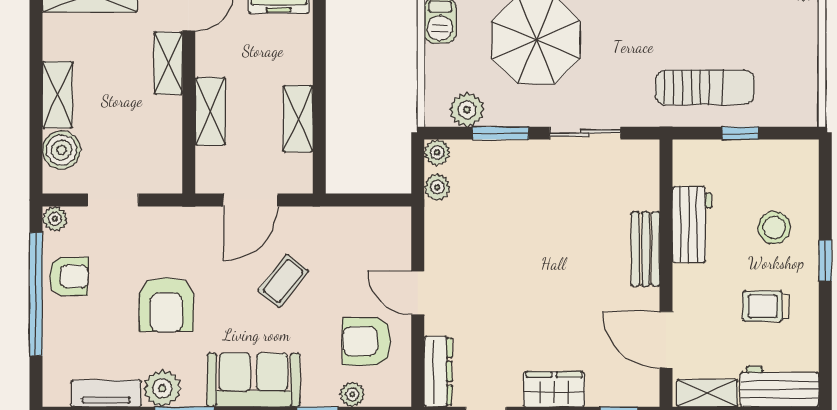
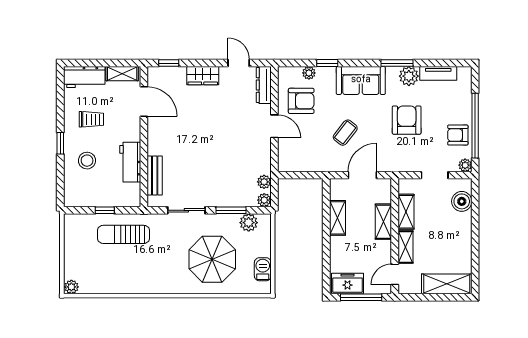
shelving: (57, 95) -> (406, 212), moved
bench: (645, 249) -> (155, 176), moved

